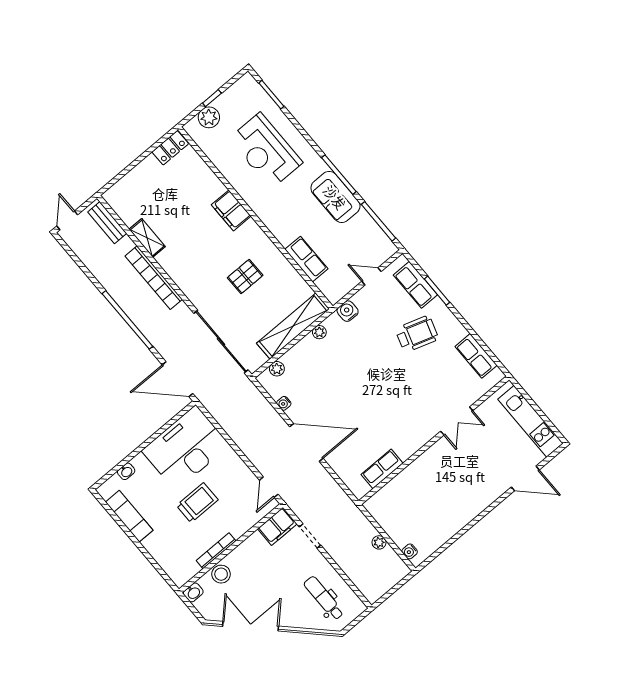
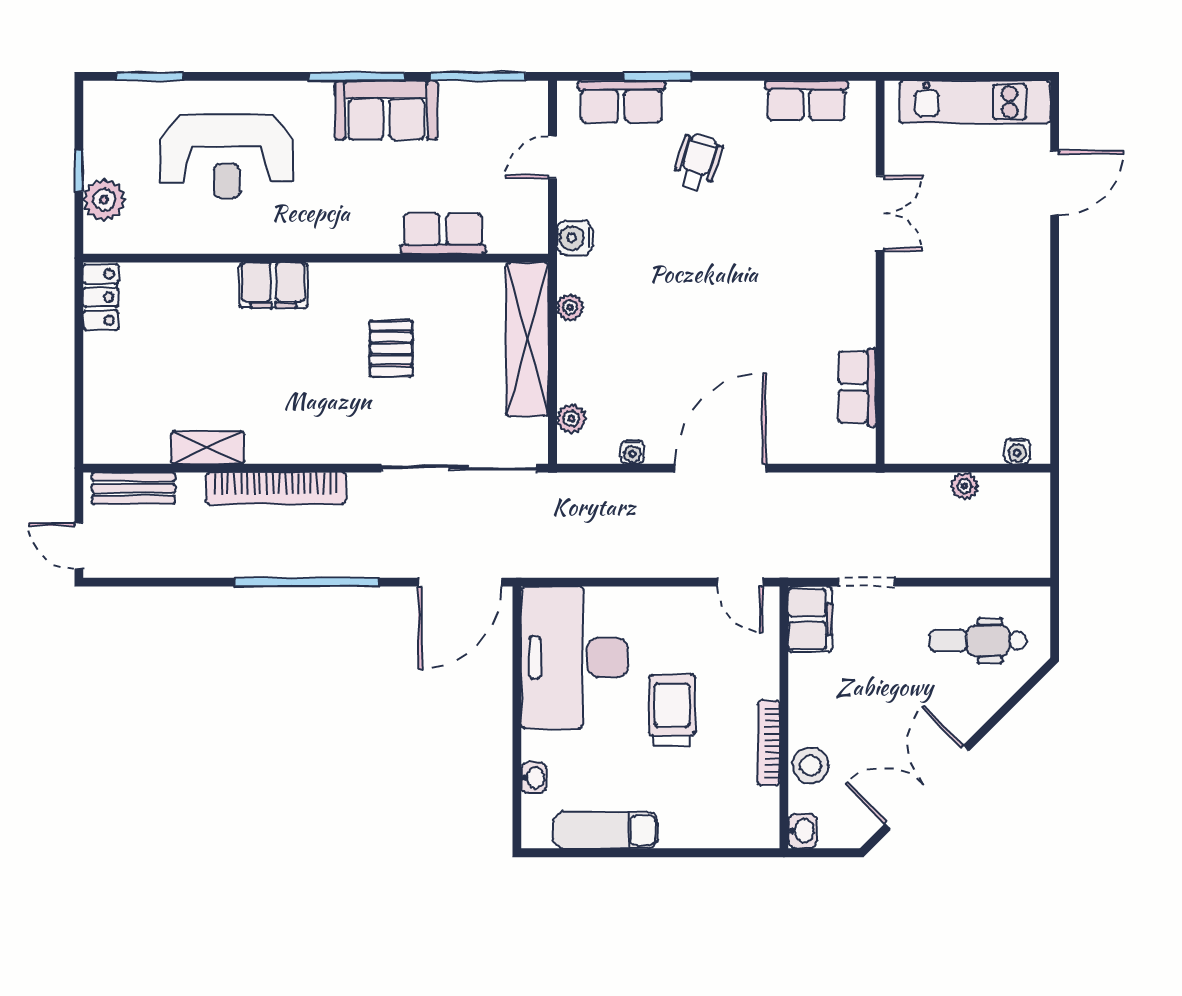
wheelchair: (417, 334) -> (698, 162), width x0.73, depth x0.73

